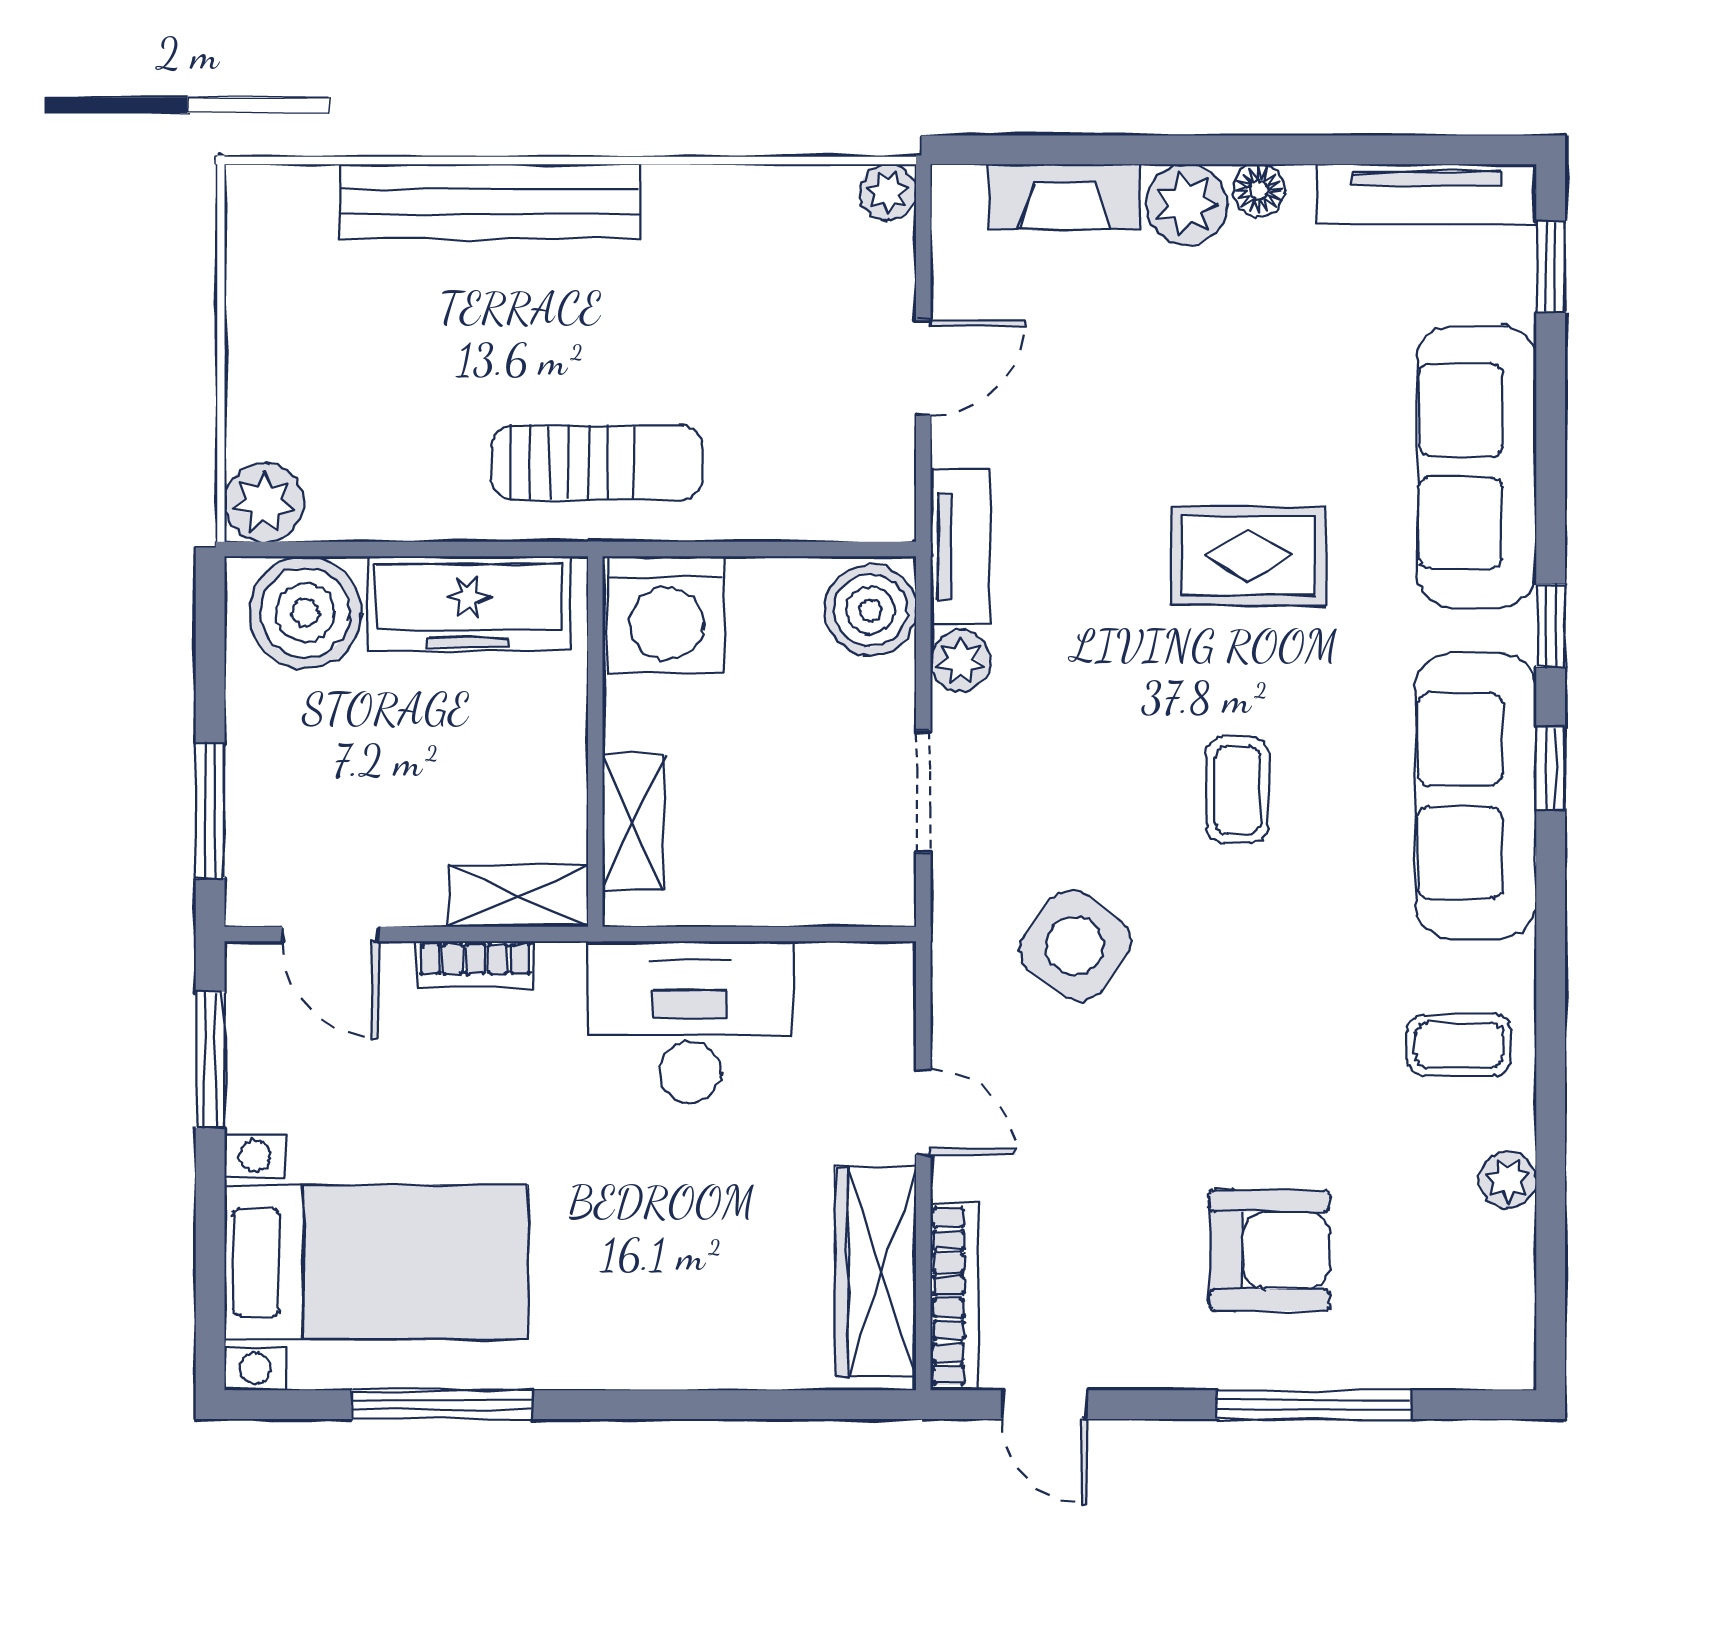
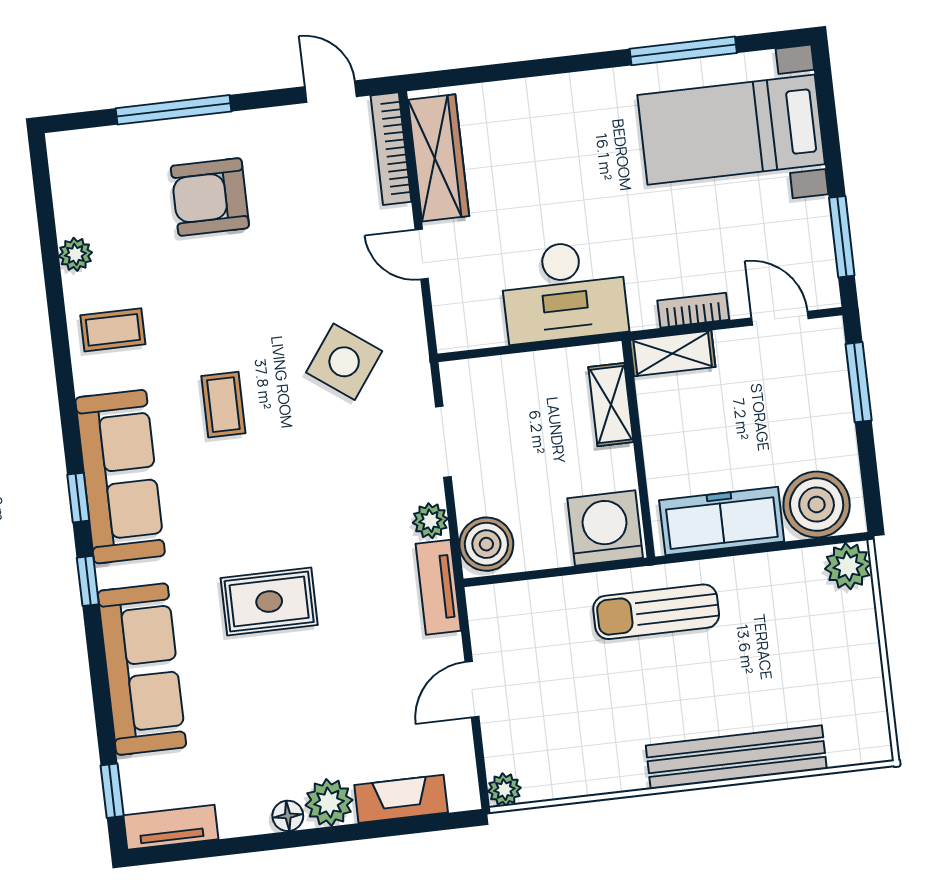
tv unit: (1427, 194) -> (171, 827), width x0.71
coffee table: (1237, 790) -> (223, 405), moved

